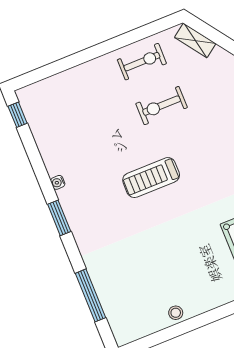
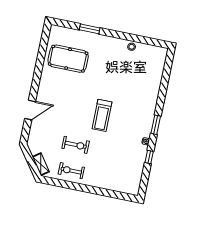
window: (18, 115) -> (149, 157), moved
treadmill: (151, 178) -> (102, 115), turned 90
window: (91, 295) -> (165, 80), removed

